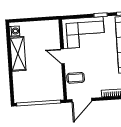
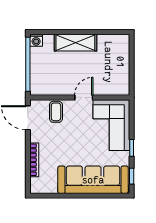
washing machine: (14, 31) -> (36, 40), moved
shelving: (18, 54) -> (75, 43), moved

